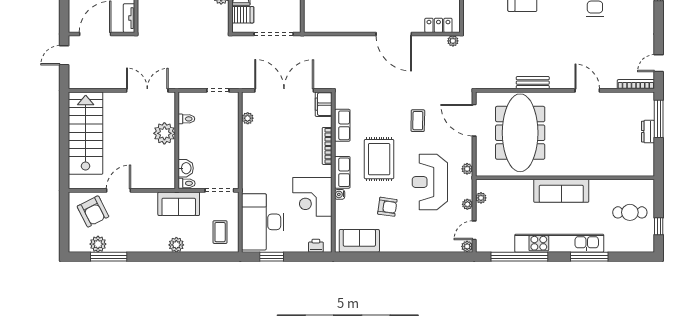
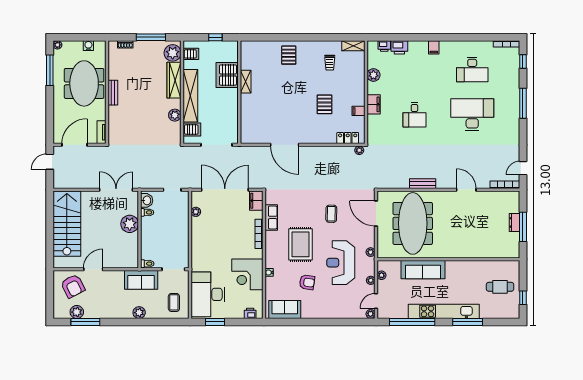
door: (394, 34) -> (285, 145), moved
window: (659, 119) -> (523, 227), moved
washbasin: (186, 168) -> (147, 200), moved
row of seats: (342, 172) -> (271, 255), removed
sofa: (561, 191) -> (423, 270), moved

